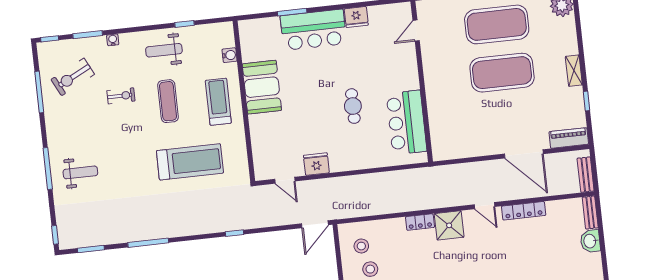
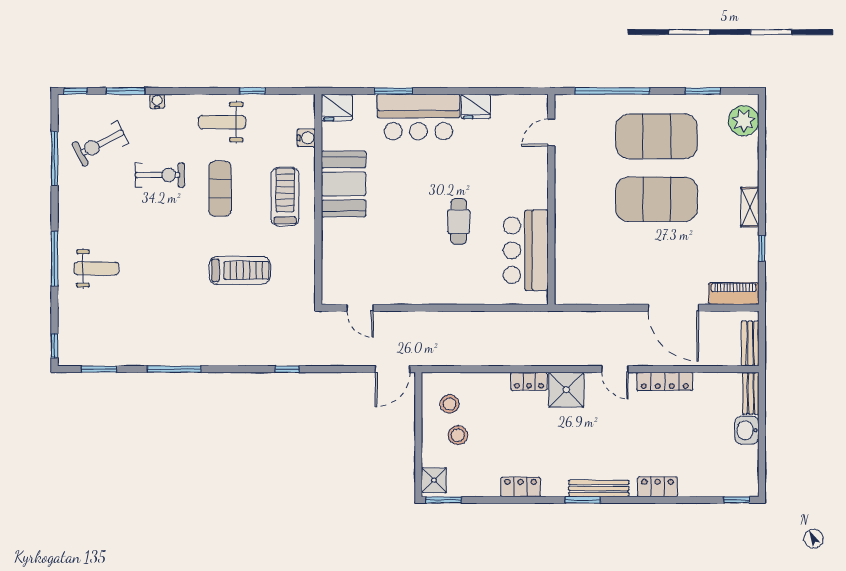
exercise bike: (121, 96) -> (160, 175), width x1.38, depth x1.39
treadmill: (190, 162) -> (240, 270), width x0.73, depth x0.73
fridge: (316, 164) -> (337, 107), moved, turned 180

